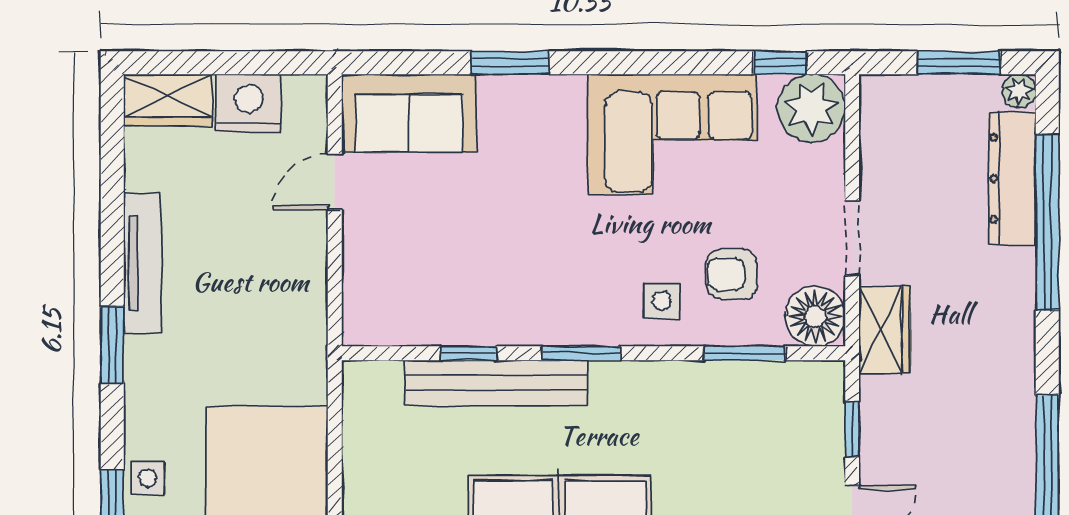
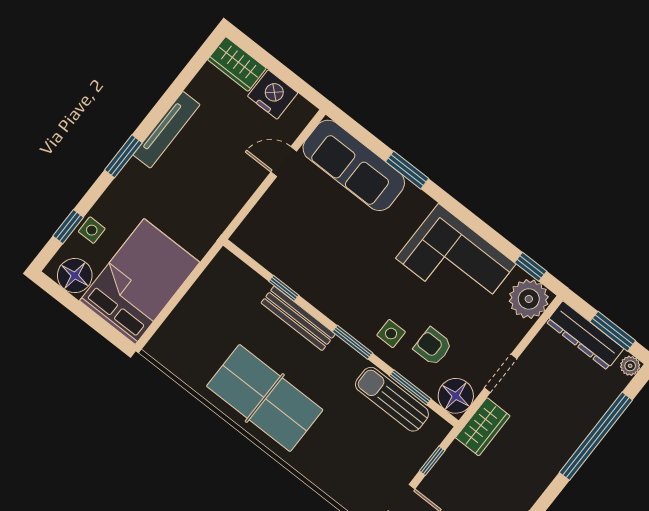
sofa: (409, 113) -> (354, 165), width x1.36
dresser: (1012, 178) -> (585, 335), moved, turned -90
window: (581, 353) -> (353, 342), moved
bench: (496, 383) -> (298, 318), width x0.73, depth x0.82
sun lounger: (733, 389) -> (392, 399), added

